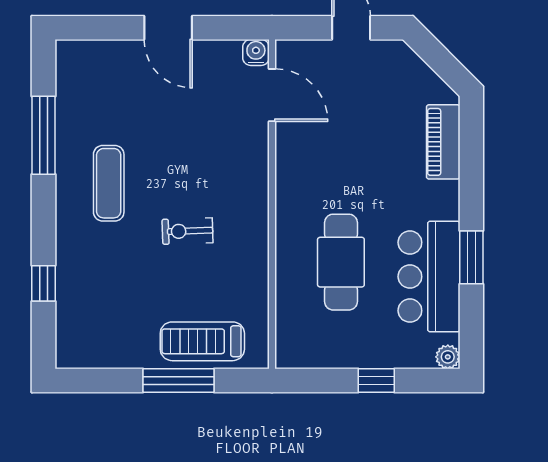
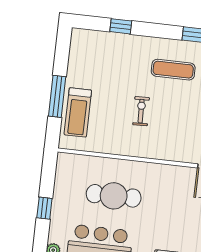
treadmill: (202, 341) -> (78, 112), turned 180

